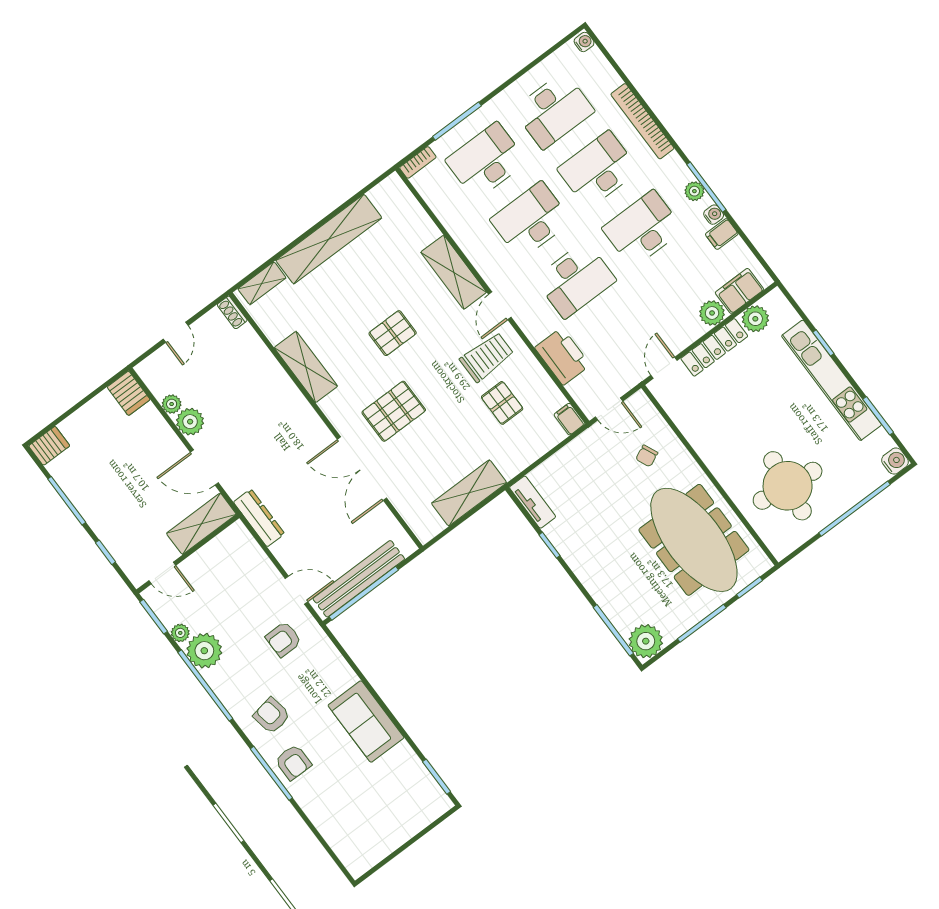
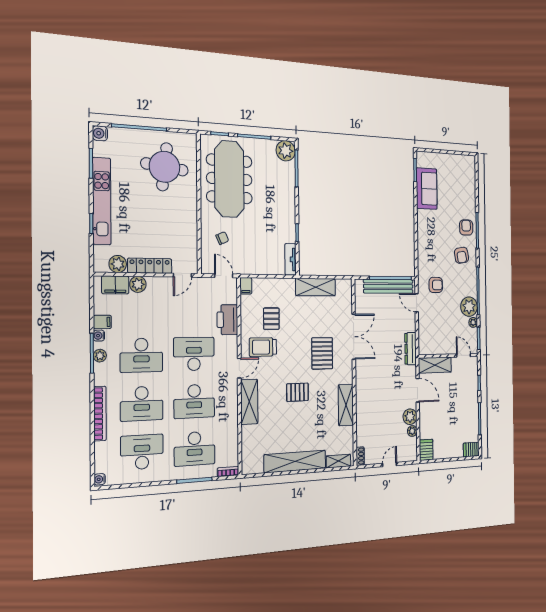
pallet: (394, 411) -> (322, 353), turned 90
sofa: (366, 722) -> (427, 189), moved

